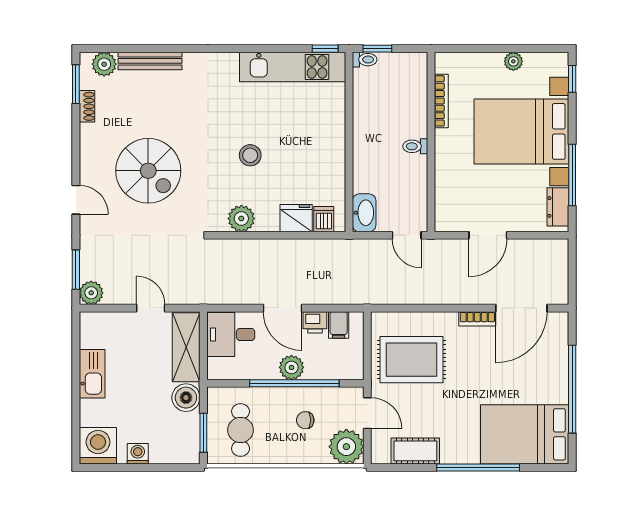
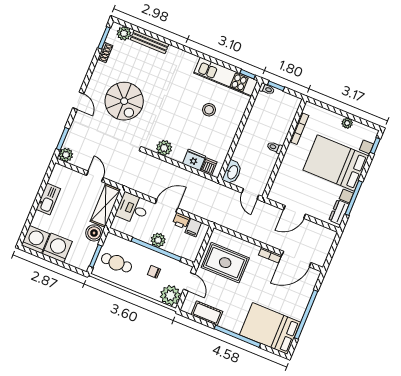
stool: (250, 155) -> (209, 110), moved
door: (282, 308) -> (166, 206), swing flipped
cafe table: (241, 430) -> (117, 263), turned 90
washing machine: (138, 454) -> (57, 248), width x1.89, depth x1.89

